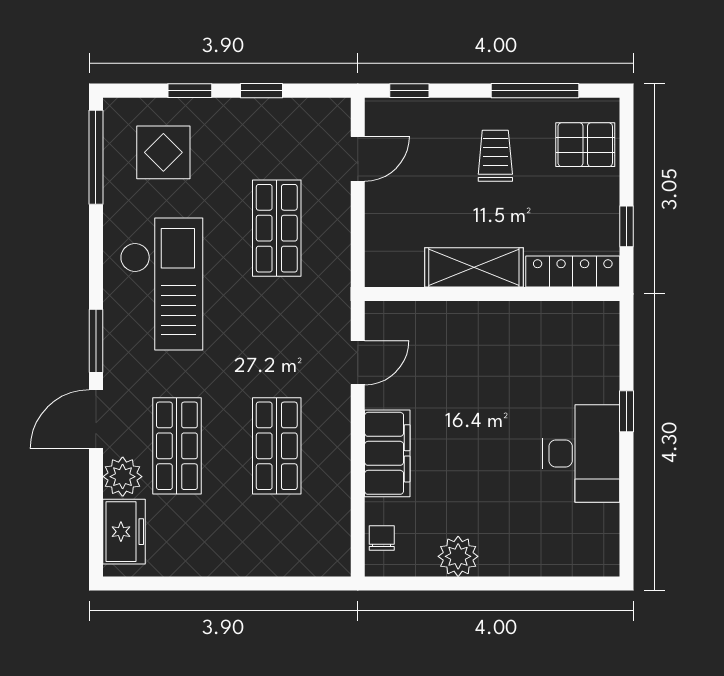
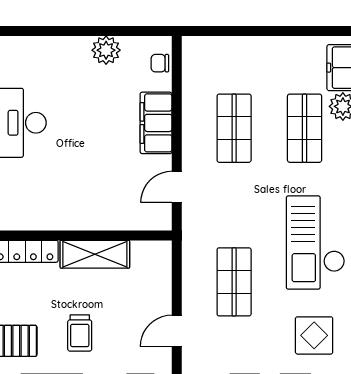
chair: (382, 538) -> (160, 63), turned 90

